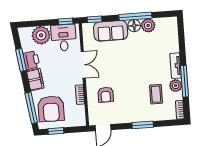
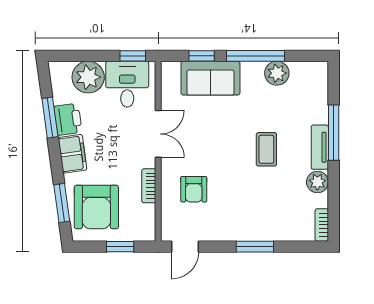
window: (95, 19) -> (202, 56), moved
floor lamp: (134, 26) -> (252, 72), removed
window: (185, 81) -> (334, 133), moved
coffee table: (156, 94) -> (266, 149), moved
window: (31, 108) -> (62, 203), width x0.69
window: (56, 131) -> (120, 247), moved

